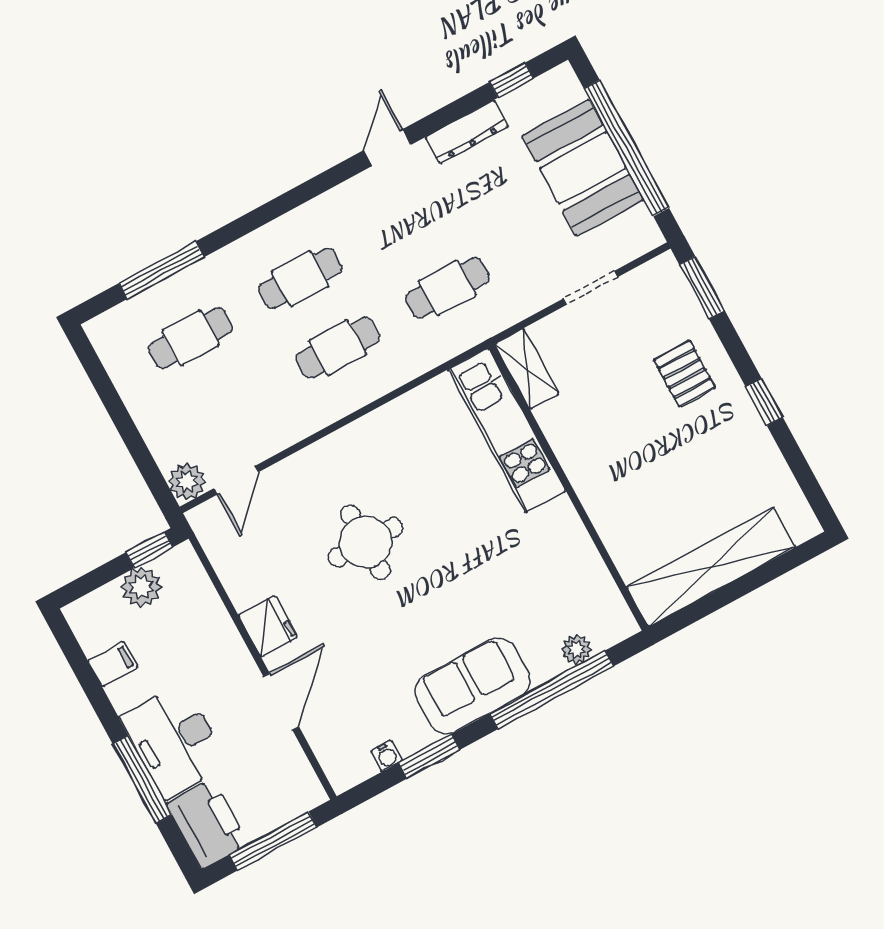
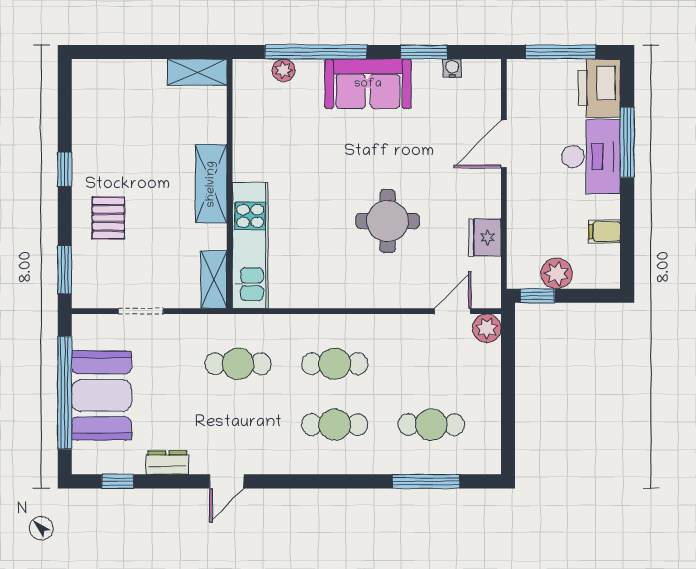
dresser: (467, 132) -> (167, 463), width x0.70
shelving: (589, 476) -> (211, 184), added
shelving: (711, 567) -> (197, 72), width x0.45, depth x0.75
fridge: (268, 626) -> (485, 237), moved

